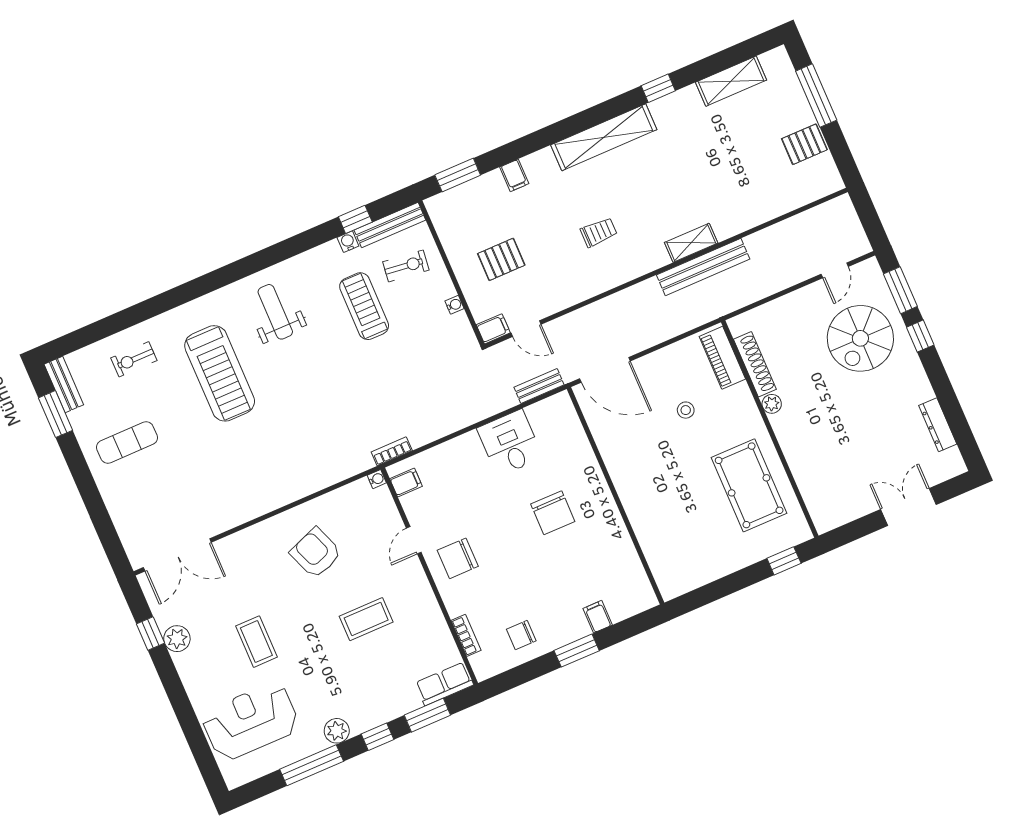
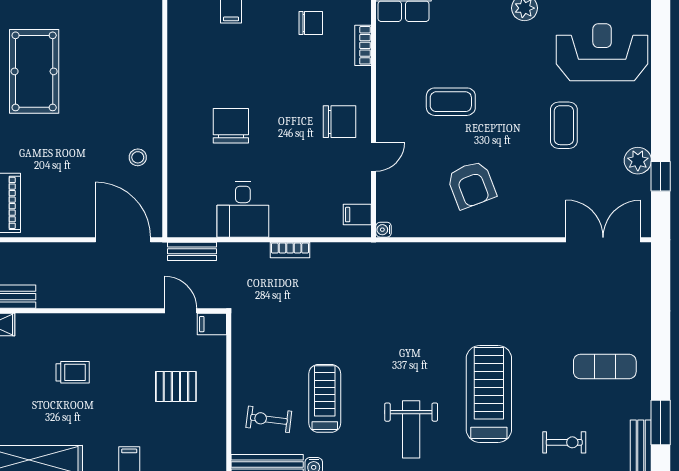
trolley: (599, 232) -> (73, 372), turned 180
water cooler: (454, 305) -> (239, 363), removed
treadmill: (364, 306) -> (325, 398), turned 180
stool: (686, 410) -> (138, 157), moved
bookcase: (392, 451) -> (290, 250), moved
reception desk: (250, 721) -> (602, 52), turned 180

